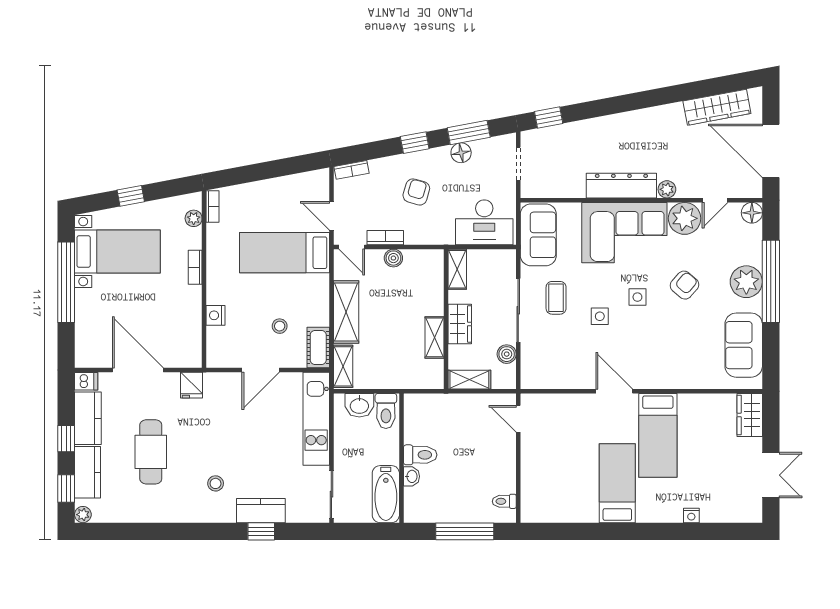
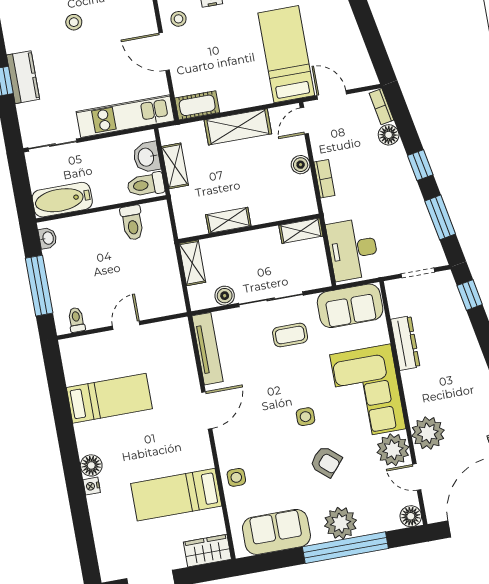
floor lamp: (461, 153) -> (389, 135), moved
dresser: (621, 186) -> (405, 343), moved, width x0.73, depth x0.80
plant: (667, 189) -> (428, 433), width x1.88, depth x1.88
armchair: (416, 192) -> (371, 176), removed
door: (331, 216) -> (332, 95), hinge flipped
bookcase: (385, 238) -> (324, 179), moved
side table: (600, 316) -> (236, 477), moved
wardrobe: (460, 324) -> (246, 243), removed
stool: (280, 326) -> (178, 19), moved
shelving: (343, 366) -> (175, 166), moved, turned 90
tv unit: (555, 380) -> (208, 349), added
door: (518, 419) -> (126, 325), moved
bed: (658, 435) -> (176, 495), moved
toilet: (420, 455) -> (132, 223), moved
washbasin: (412, 476) -> (48, 238), moved, turned -90
stool: (216, 483) -> (74, 22), moved
bed: (617, 483) -> (109, 398), moved
floor lamp: (647, 512) -> (91, 465), added
nightstand: (691, 515) -> (92, 486), moved

